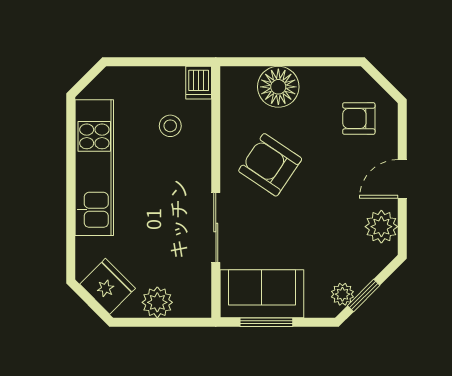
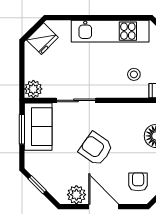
armchair: (270, 165) -> (96, 149), moved, turned -89
door: (402, 179) -> (104, 207), width x1.38
plant: (342, 294) -> (38, 173), removed
plant: (157, 302) -> (33, 89), moved

